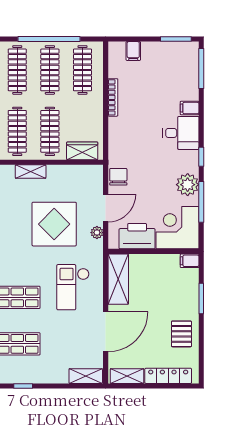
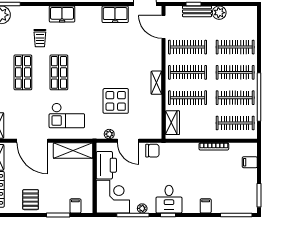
desk: (181, 133) -> (169, 199), moved
plant: (188, 185) -> (142, 208), width x0.53, depth x0.53
display table: (54, 224) -> (116, 101), width x0.73, depth x0.73
filing cabinet: (190, 261) -> (75, 206), moved
checkout: (73, 287) -> (67, 116), turned 180
pallet: (181, 334) -> (31, 200), turned 90

